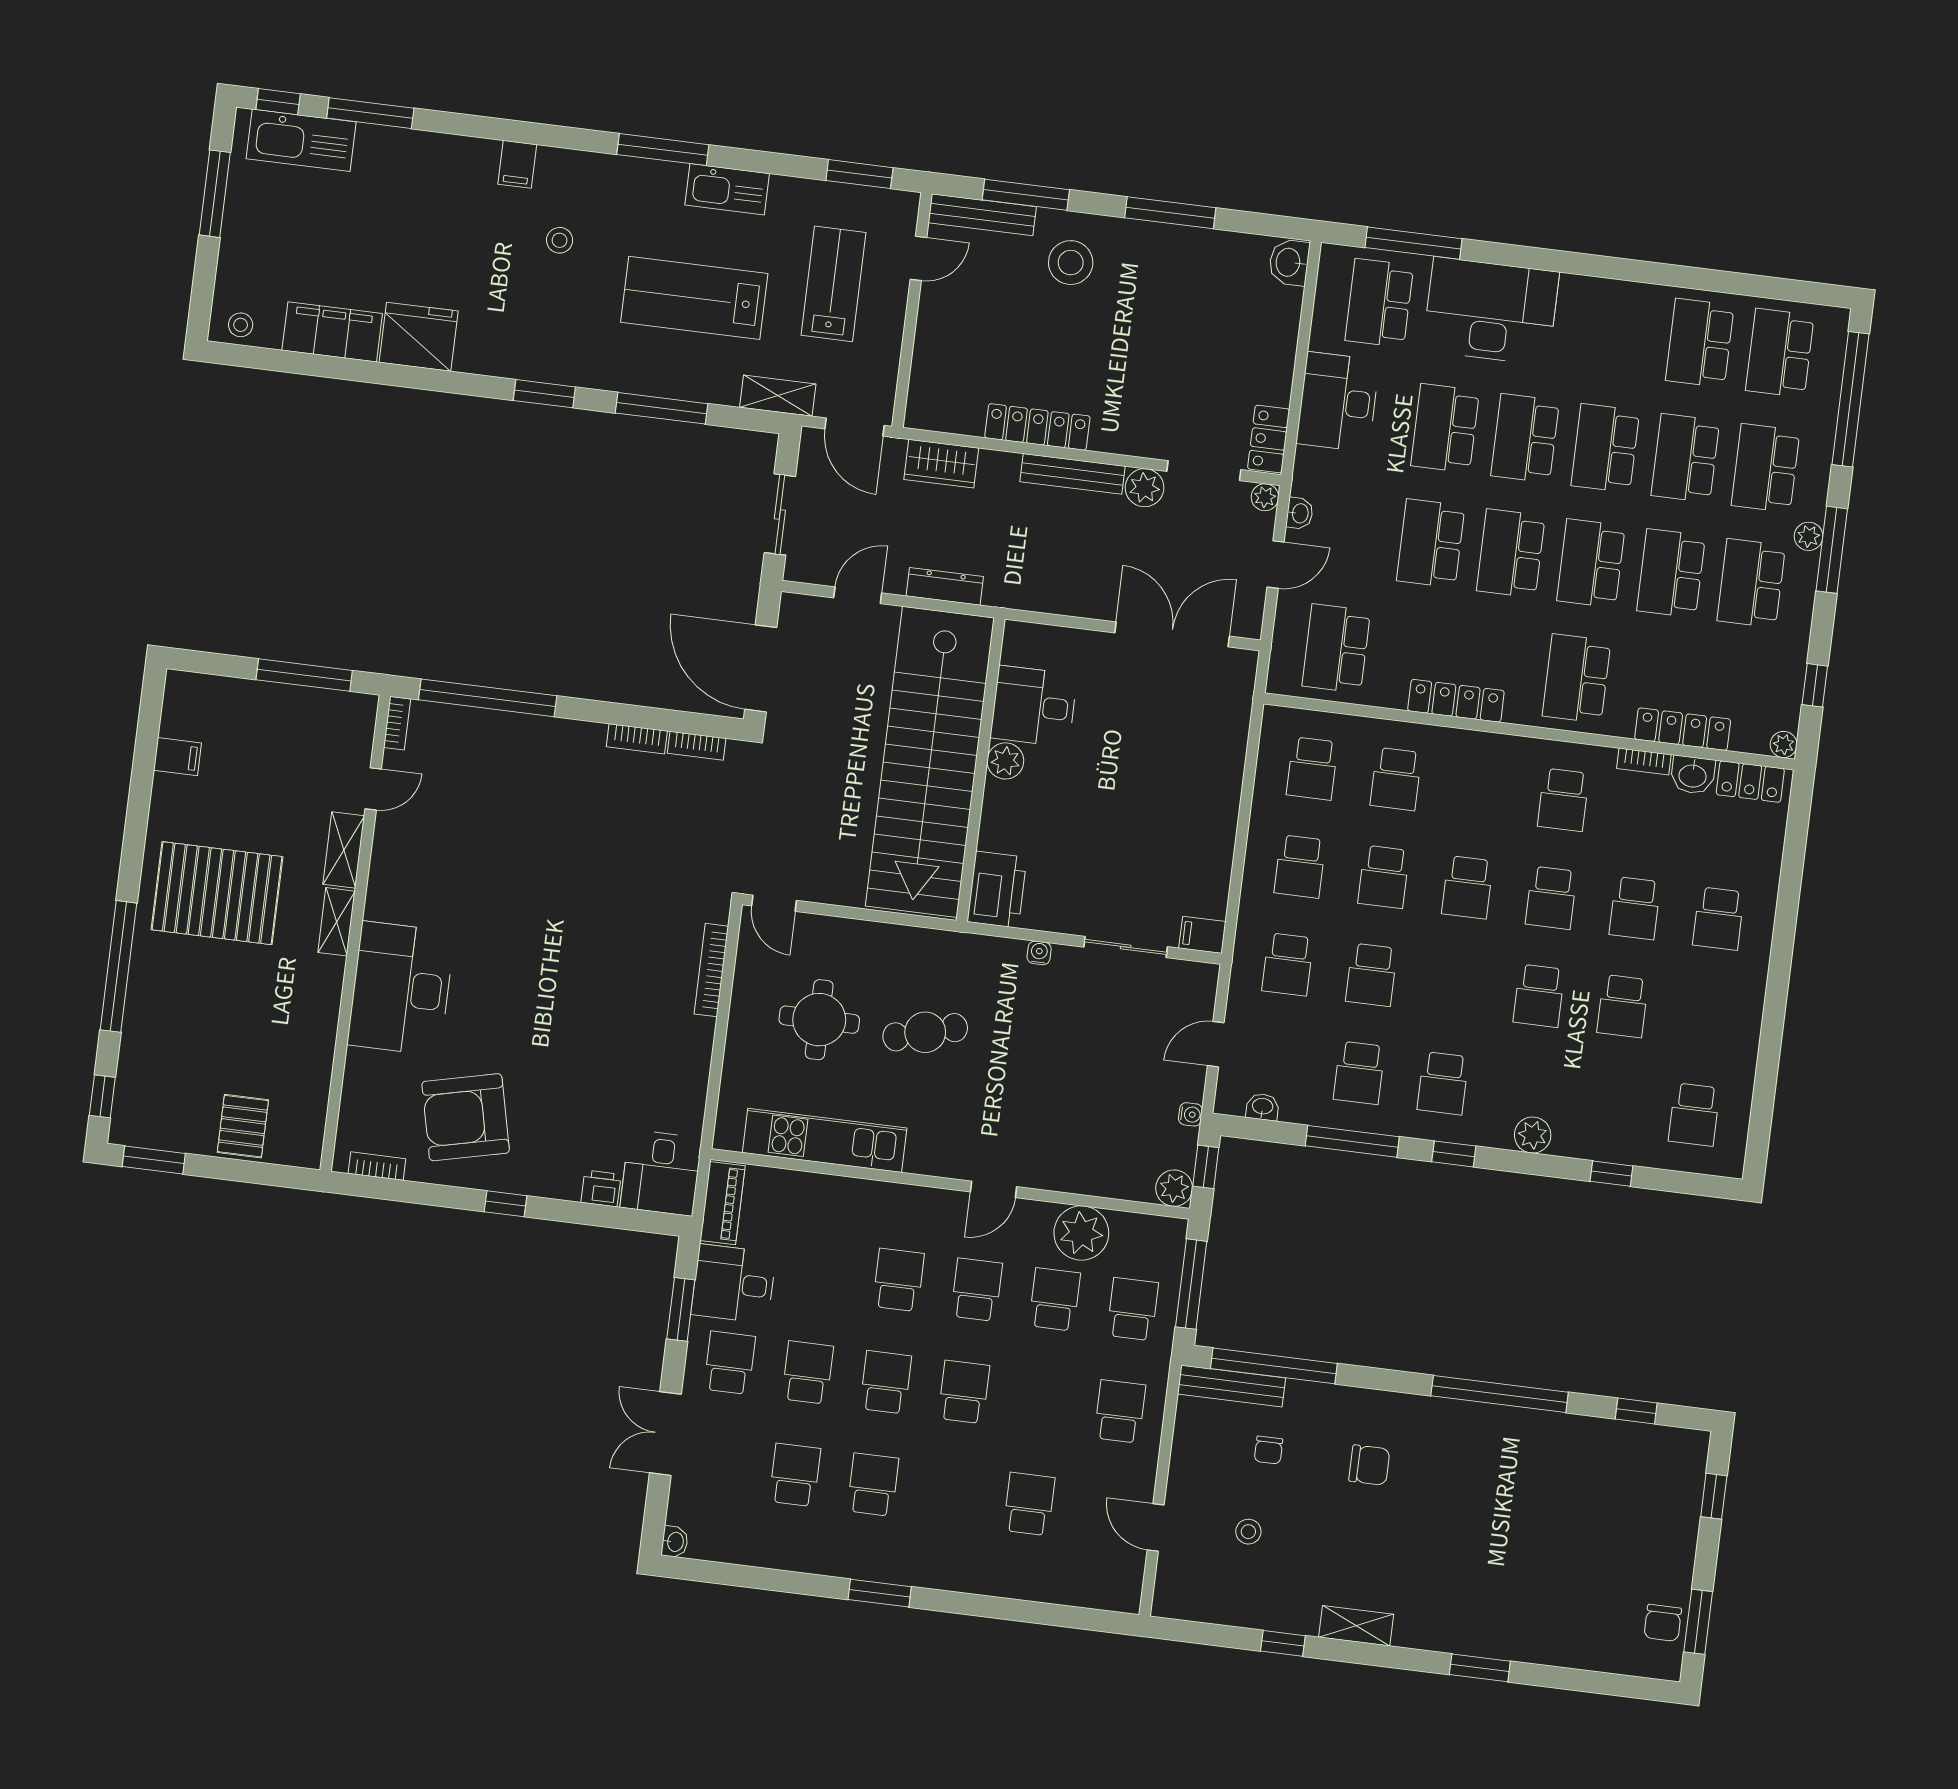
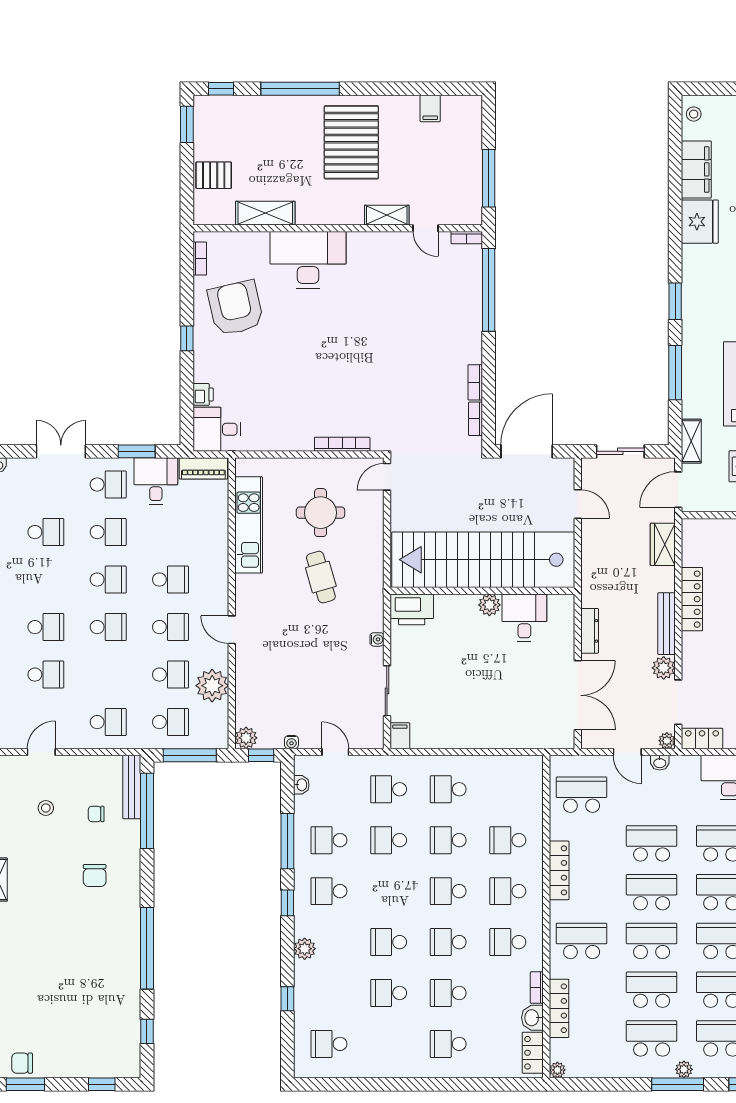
dresser: (945, 586) -> (590, 631), moved
window: (1815, 685) -> (595, 1084), removed
school desk: (1312, 769) -> (508, 891), moved
shelving: (337, 922) -> (265, 213), moved, width x1.50, depth x1.33
school desk: (873, 1485) -> (46, 627), moved

